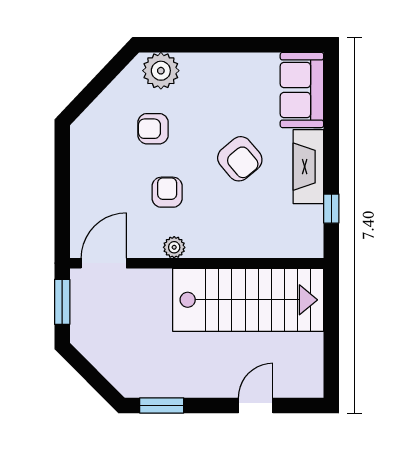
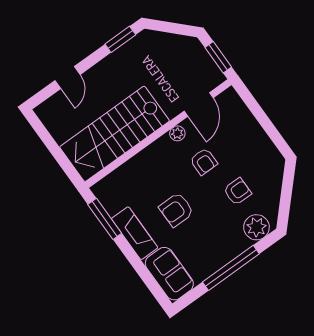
window: (225, 45) -> (231, 268), added
armchair: (240, 159) -> (176, 210), turned -50
window: (331, 209) -> (105, 219), width x2.17
door: (104, 263) -> (199, 104), moved

